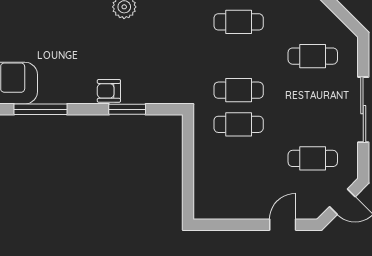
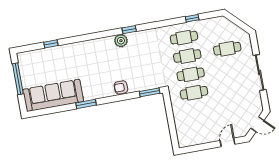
window: (41, 109) -> (86, 104), width x0.69
window: (127, 109) -> (150, 92), moved
cafe table: (313, 158) -> (187, 56), moved

